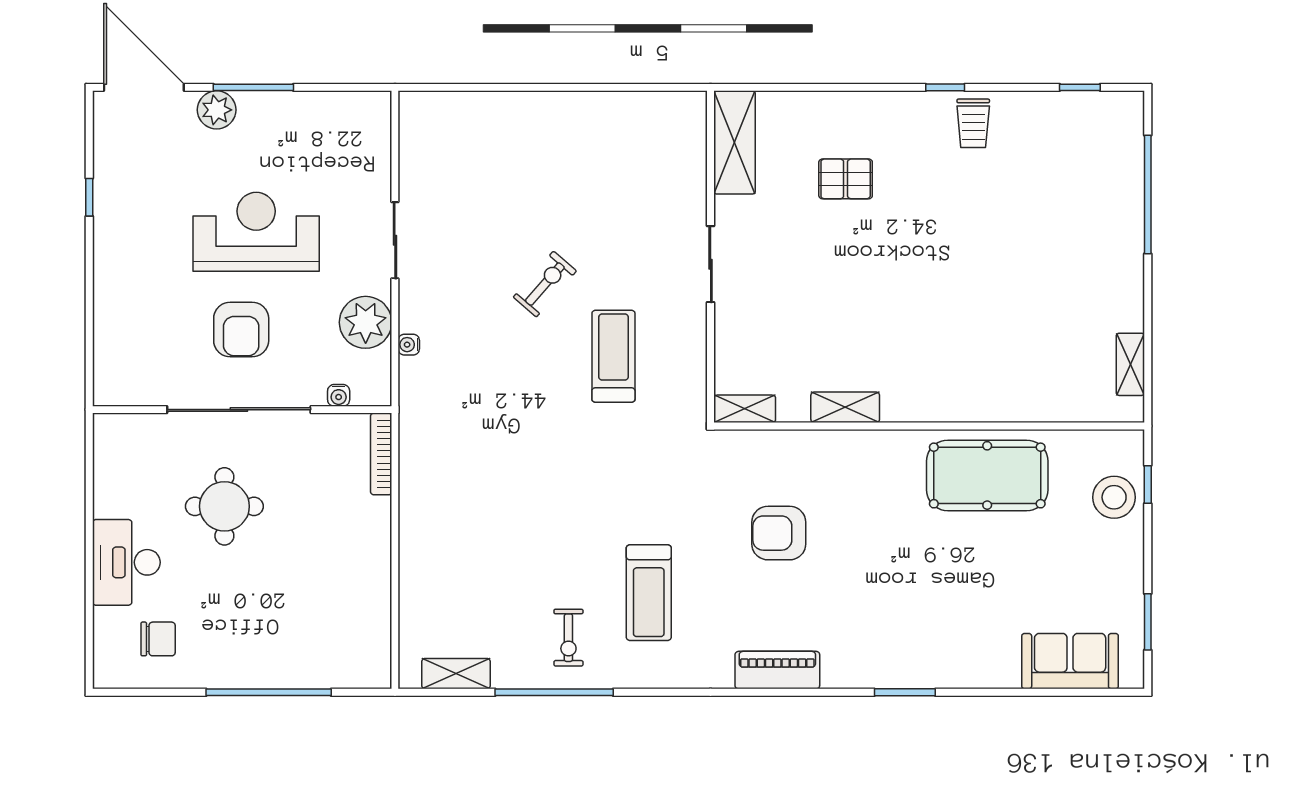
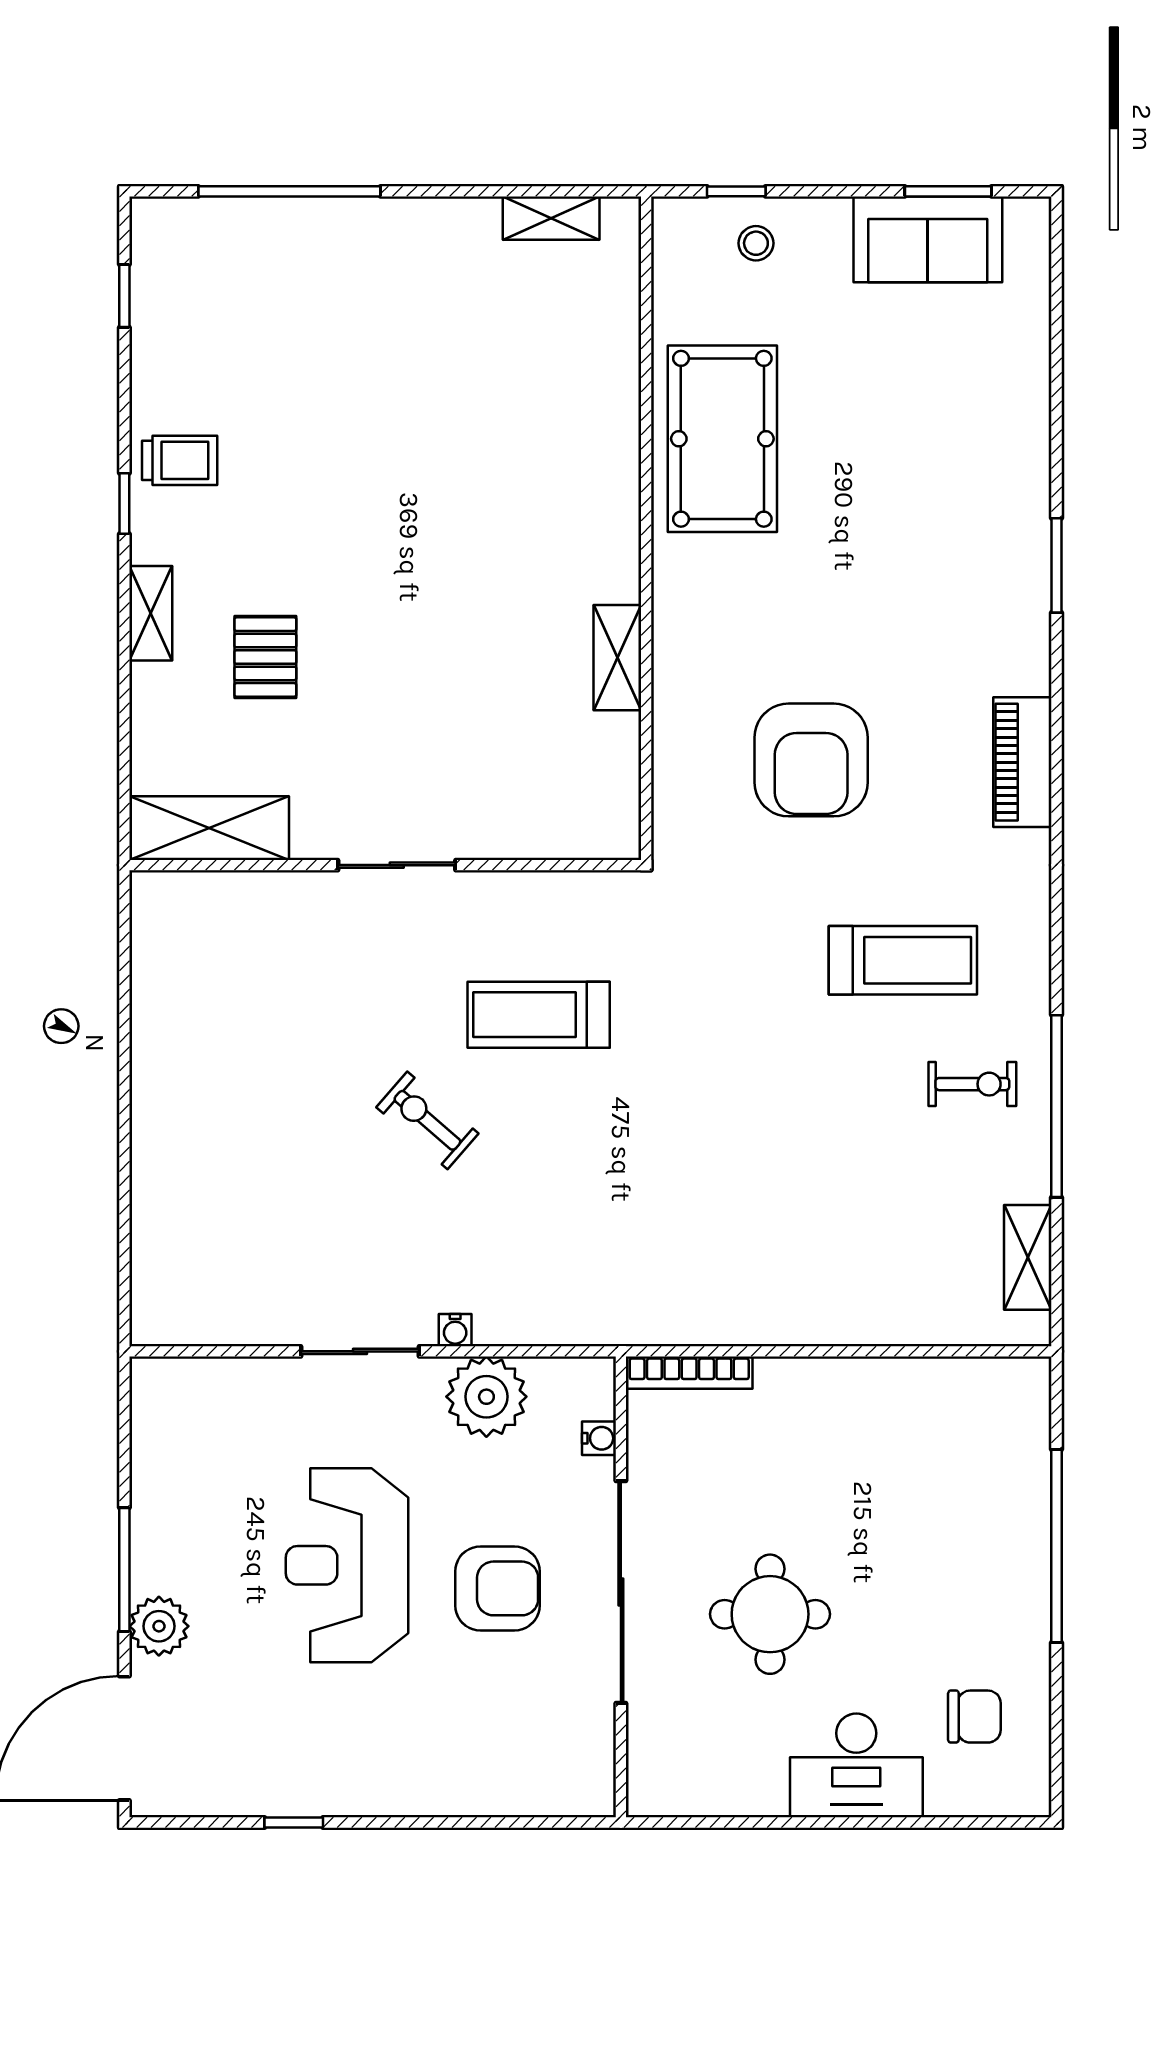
water cooler: (409, 345) -> (455, 1330), moved
shelving: (745, 409) -> (151, 613), moved
stool: (1114, 497) -> (756, 243), width x0.53, depth x0.53
armchair: (779, 533) -> (811, 760), width x1.36, depth x1.36
chair: (158, 639) -> (974, 1717), turned 90
sofa: (1070, 661) -> (928, 239), moved, turned -90

